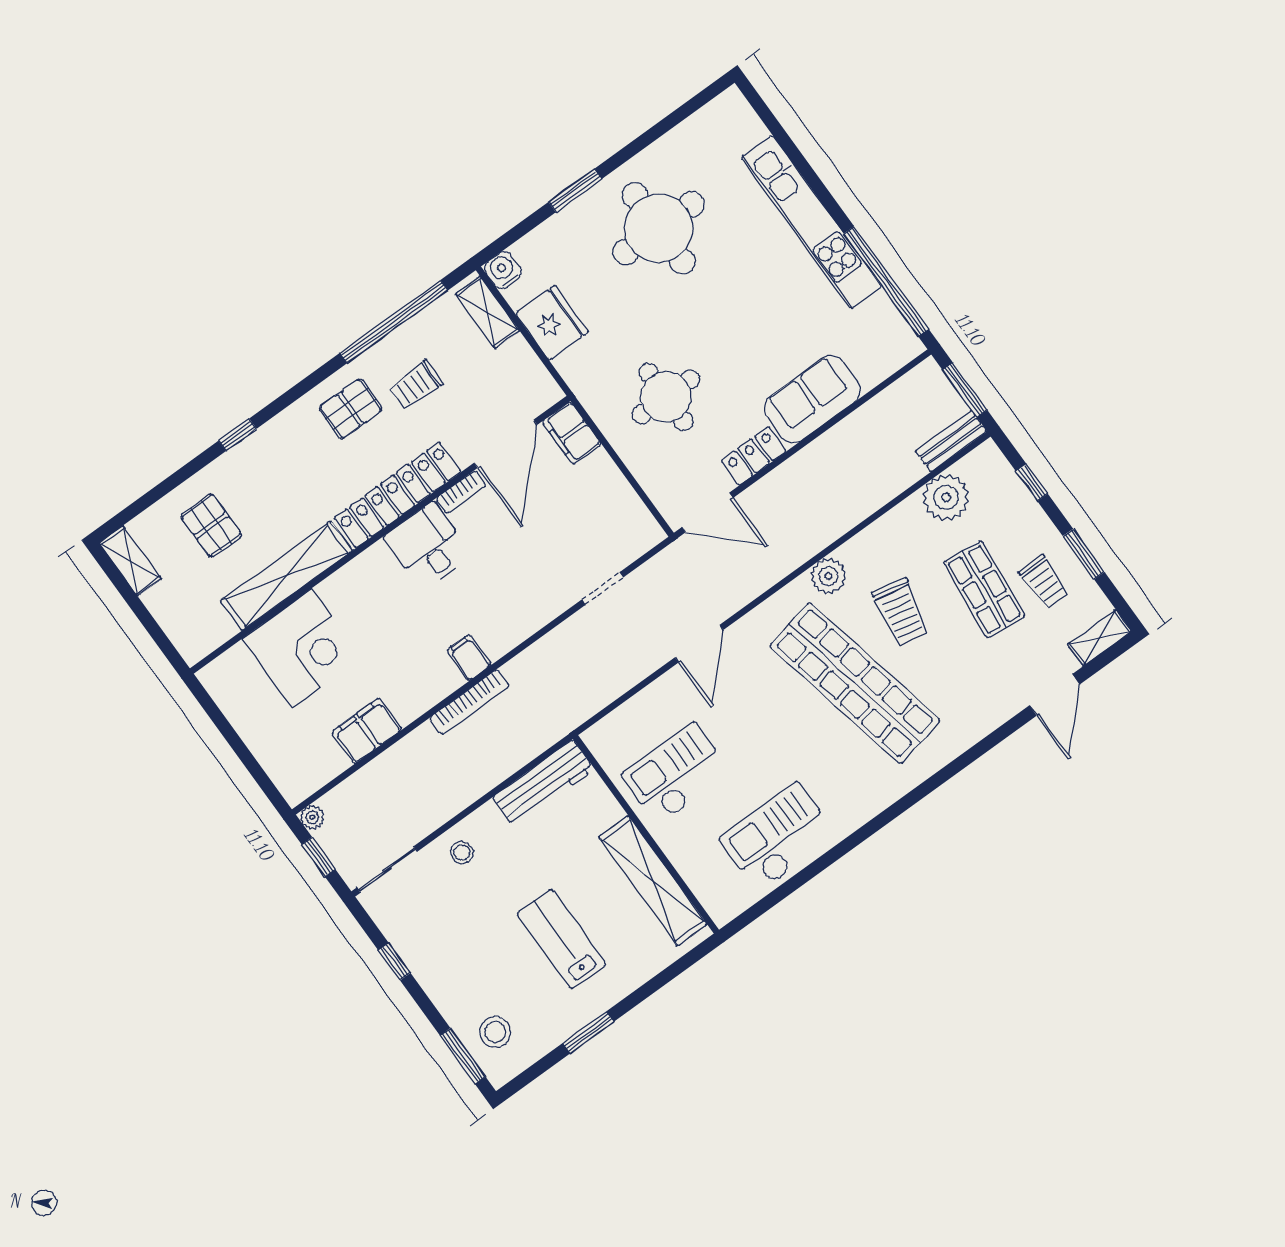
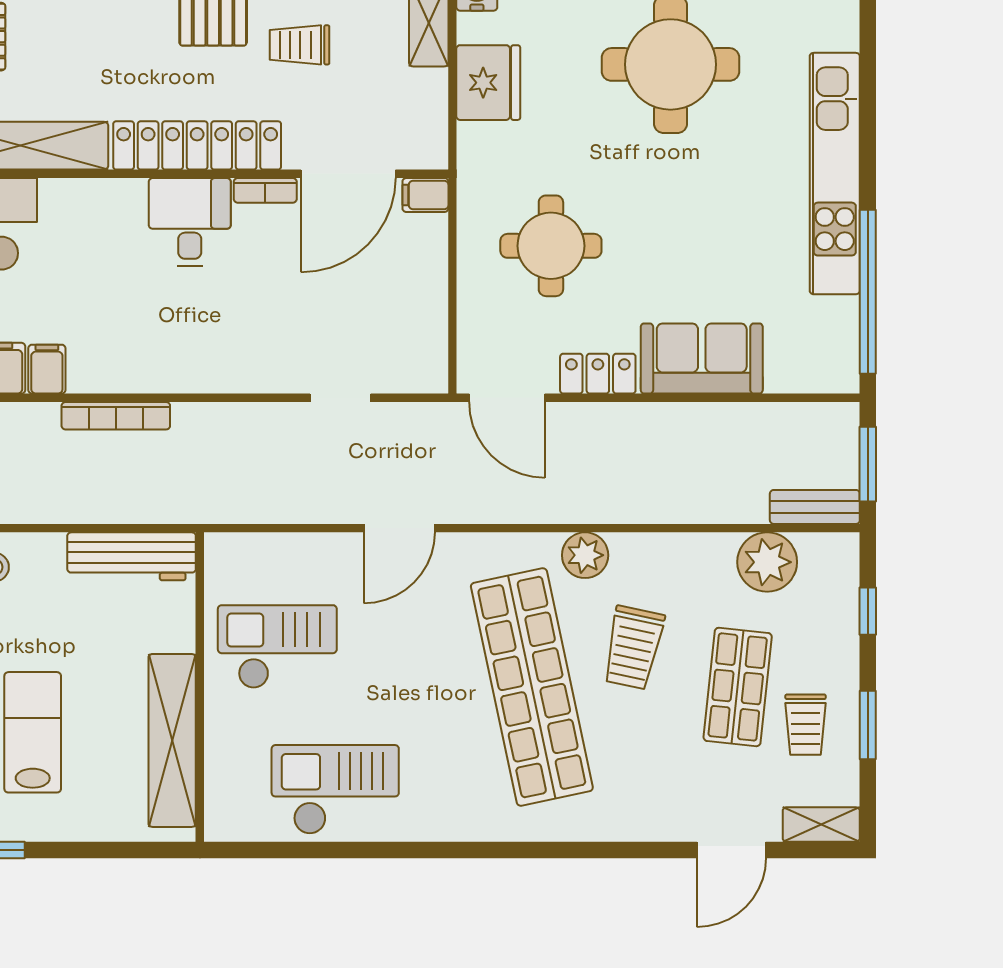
filing cabinet: (572, 433) -> (425, 195), width x0.50
filing cabinet: (469, 658) -> (47, 369), moved

